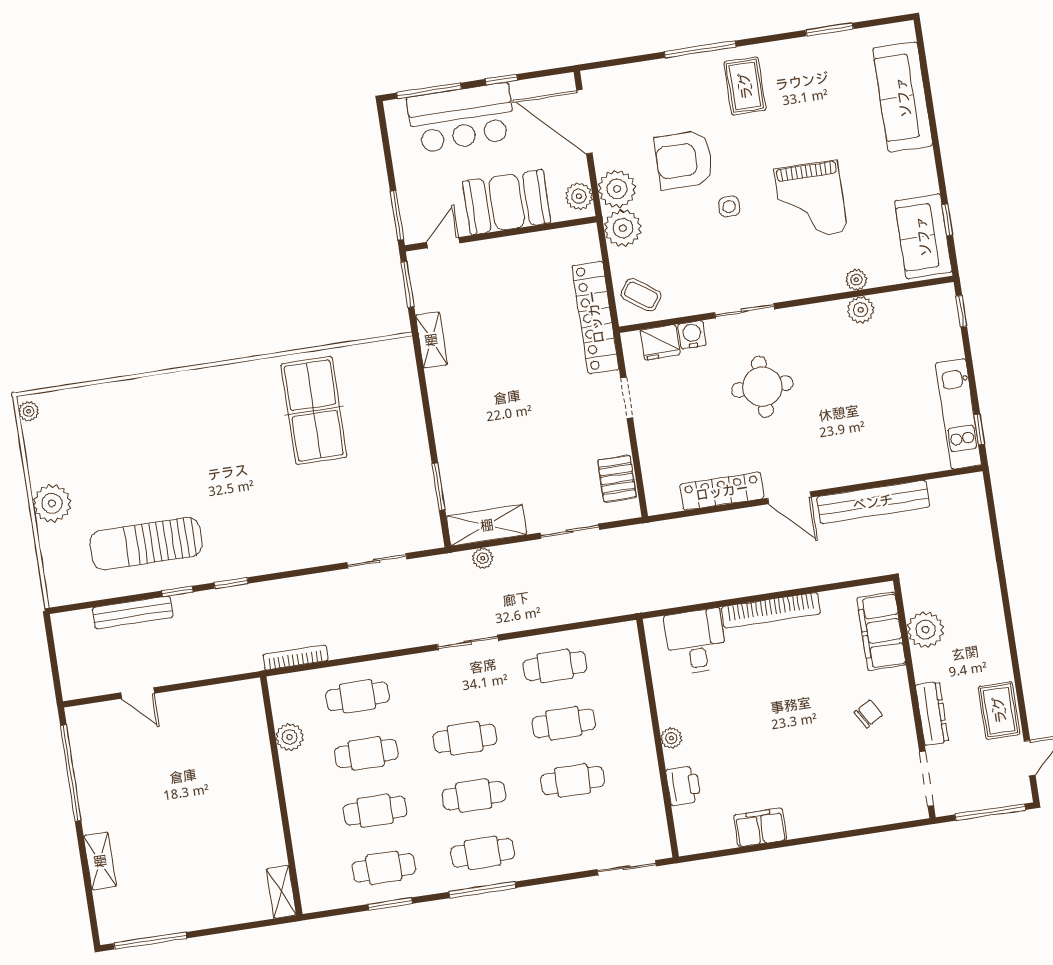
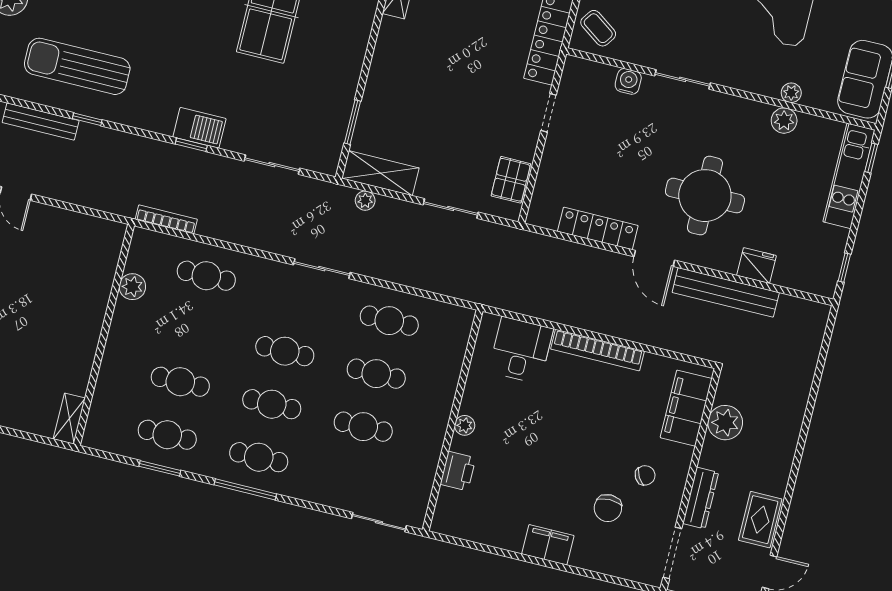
fridge: (660, 342) -> (756, 266), moved, turned 180
round table: (762, 387) -> (705, 196), moved, width x1.36, depth x1.36
kitchen unit: (958, 414) -> (849, 176), moved
barbecue: (291, 554) -> (199, 128), added
window: (231, 583) -> (191, 145), moved
cafe table: (366, 754) -> (193, 329), removed
chair: (845, 761) -> (608, 508), added
filing cabinet: (760, 828) -> (548, 545), moved

